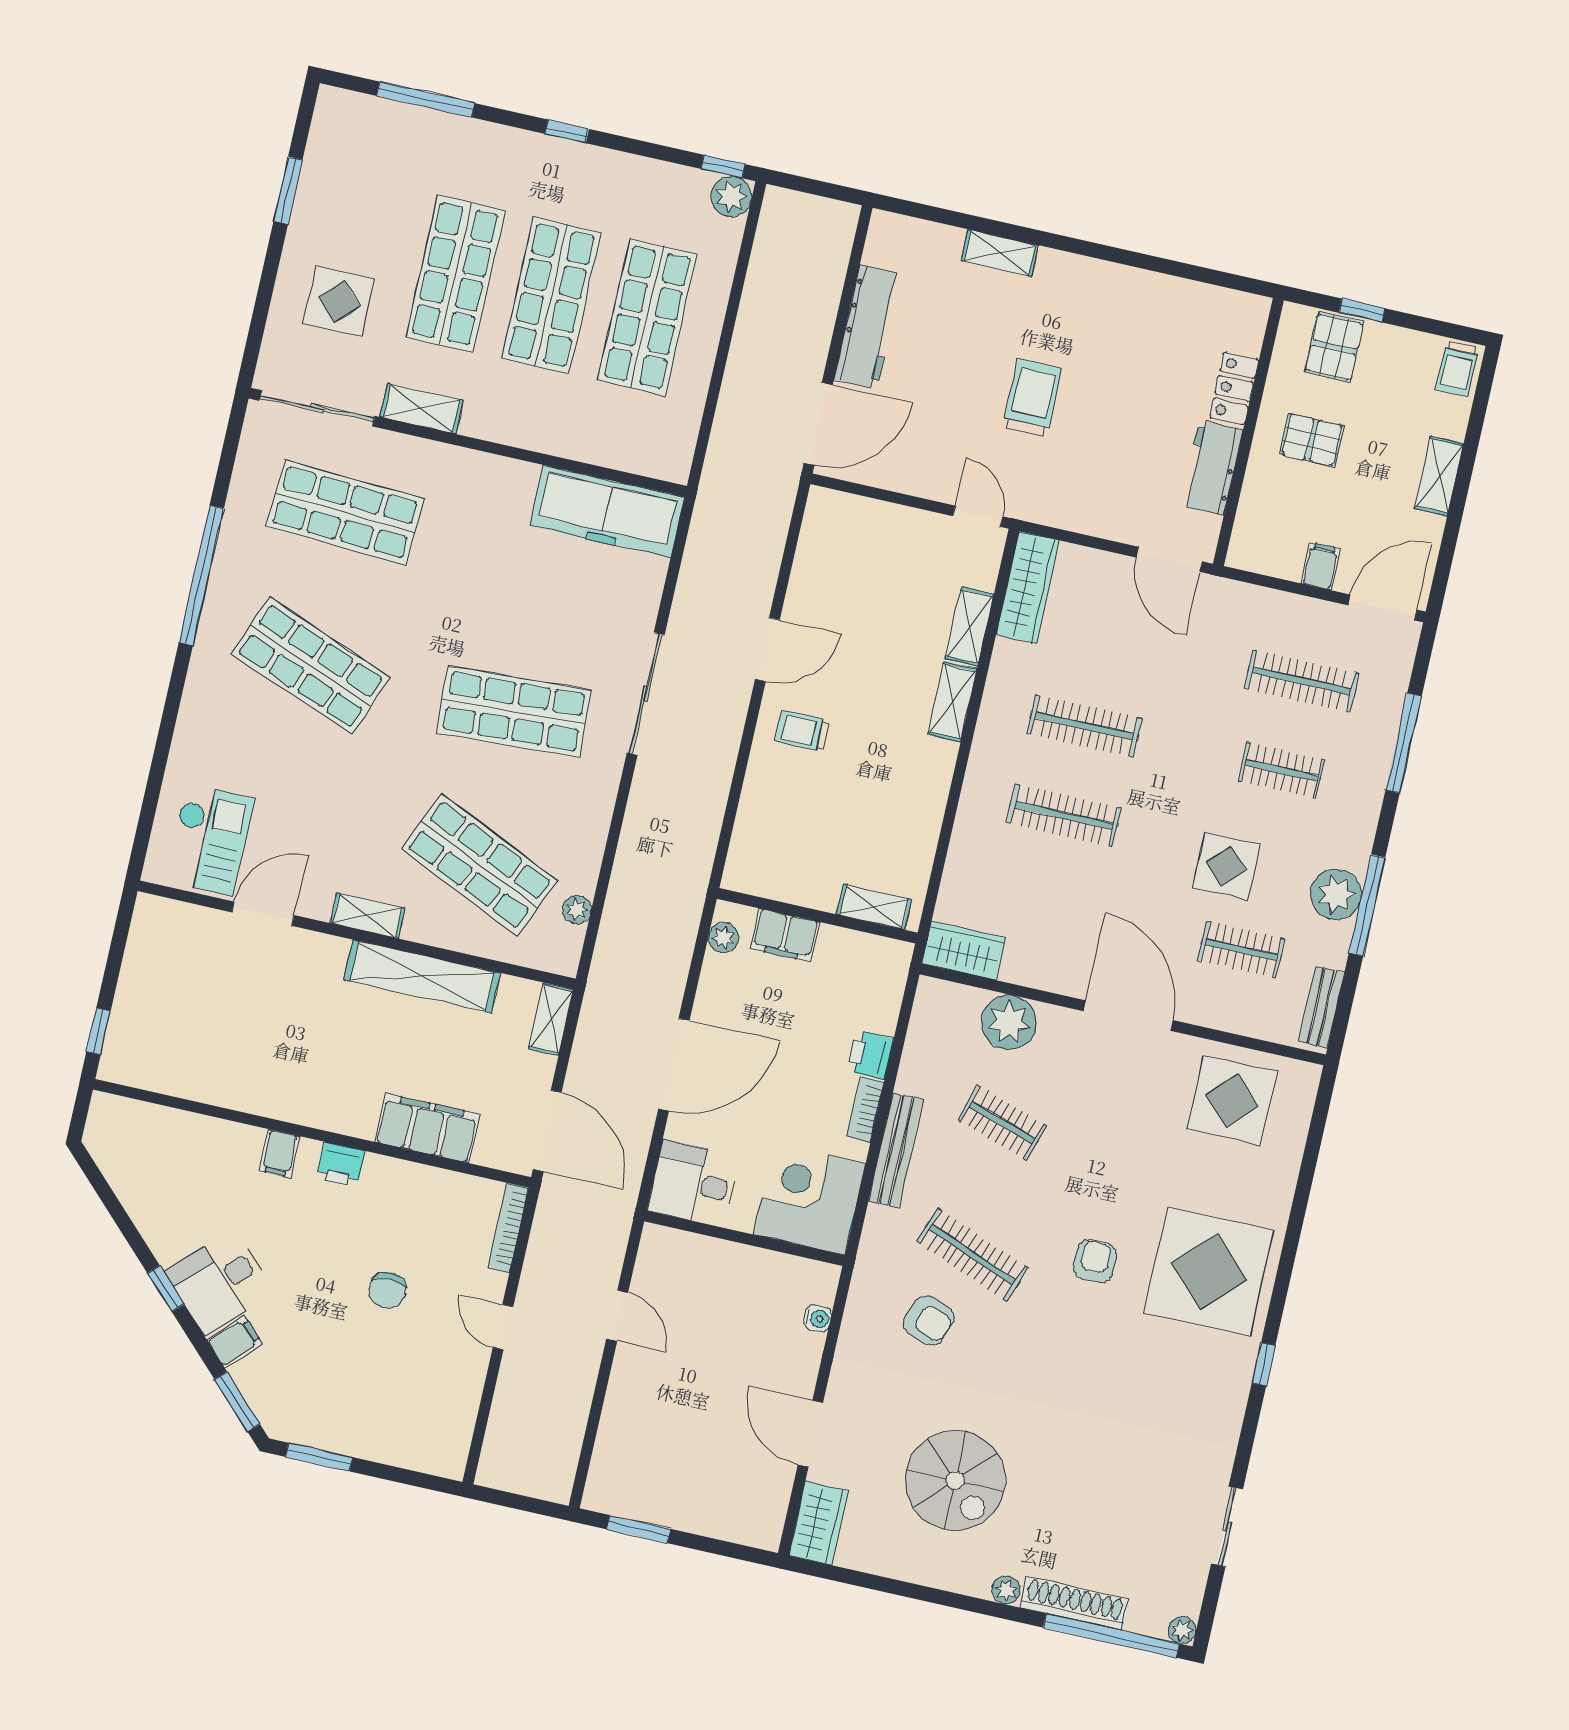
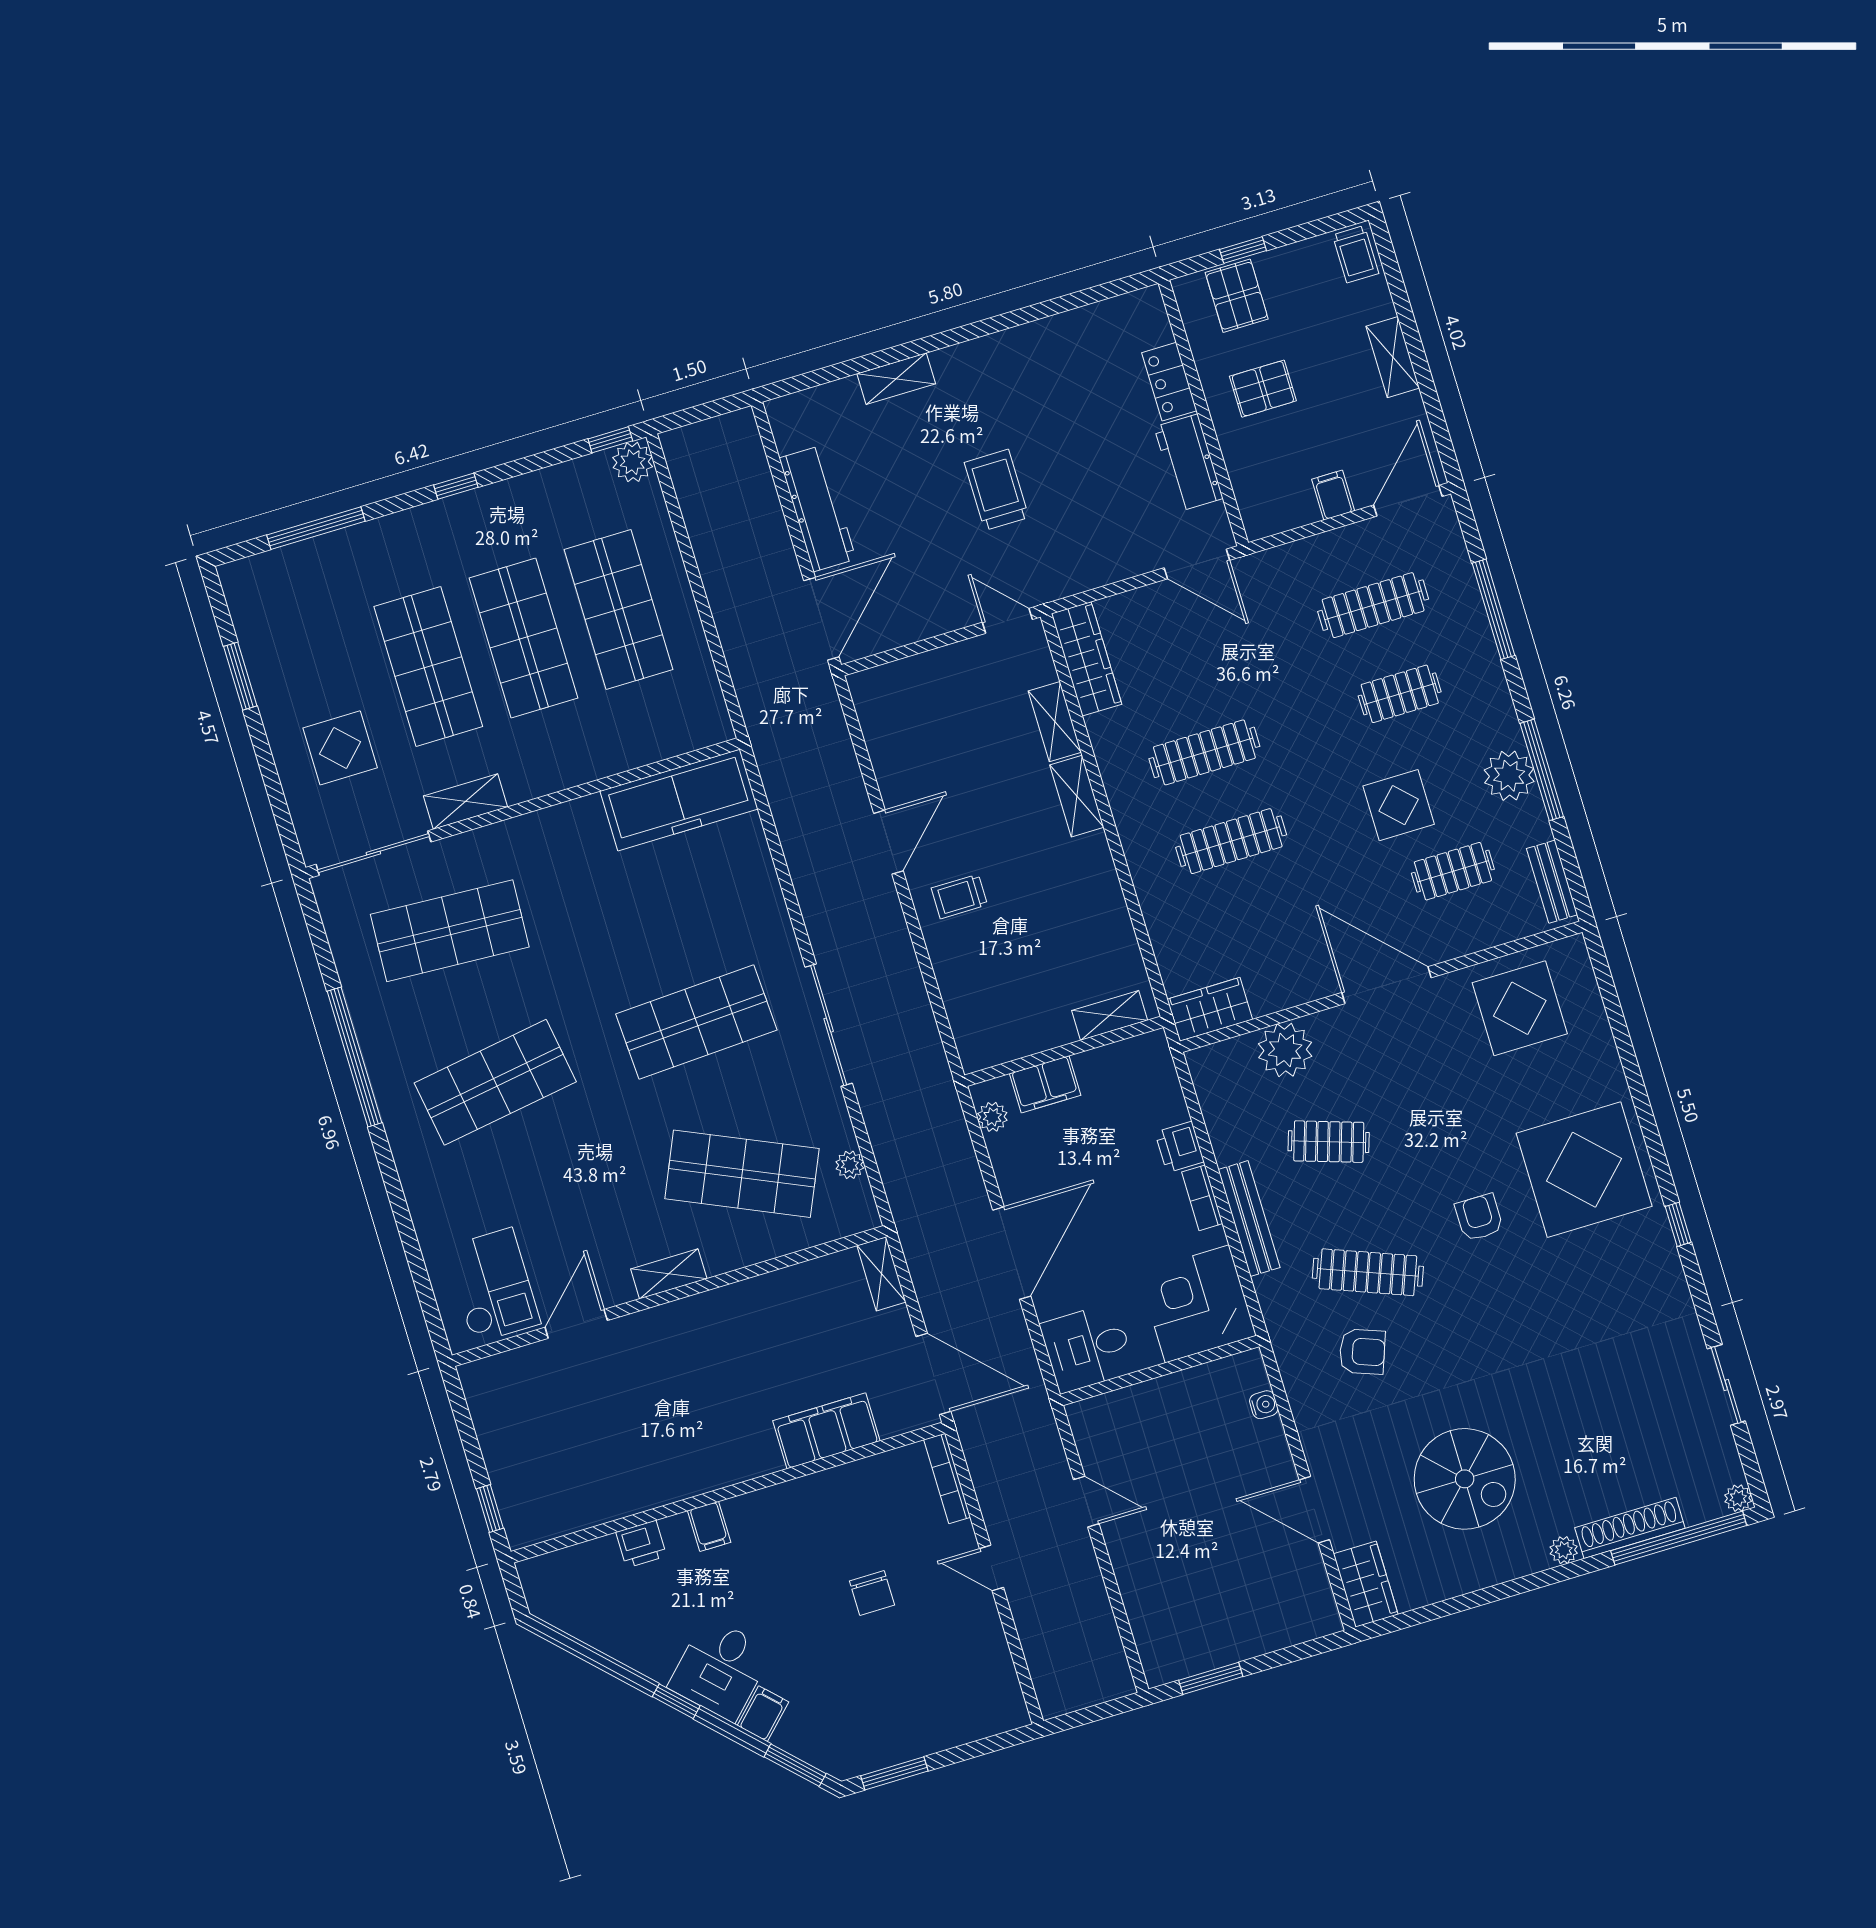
shop shelf: (311, 666) -> (495, 1082), turned -30
sliding door: (646, 694) -> (829, 1025), moved
shelving: (422, 976) -> (747, 1300), removed
printer: (341, 1165) -> (641, 1544), moved

